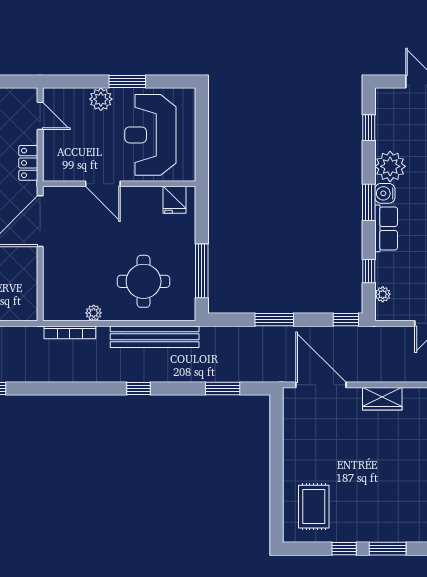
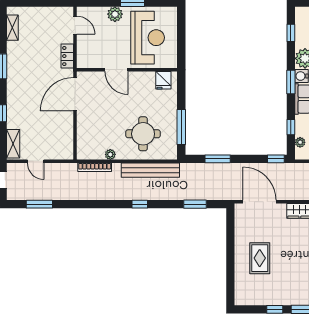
reception desk: (150, 135) -> (148, 38), turned 180
window: (274, 320) -> (218, 159), moved
rug: (314, 507) -> (260, 258), moved

